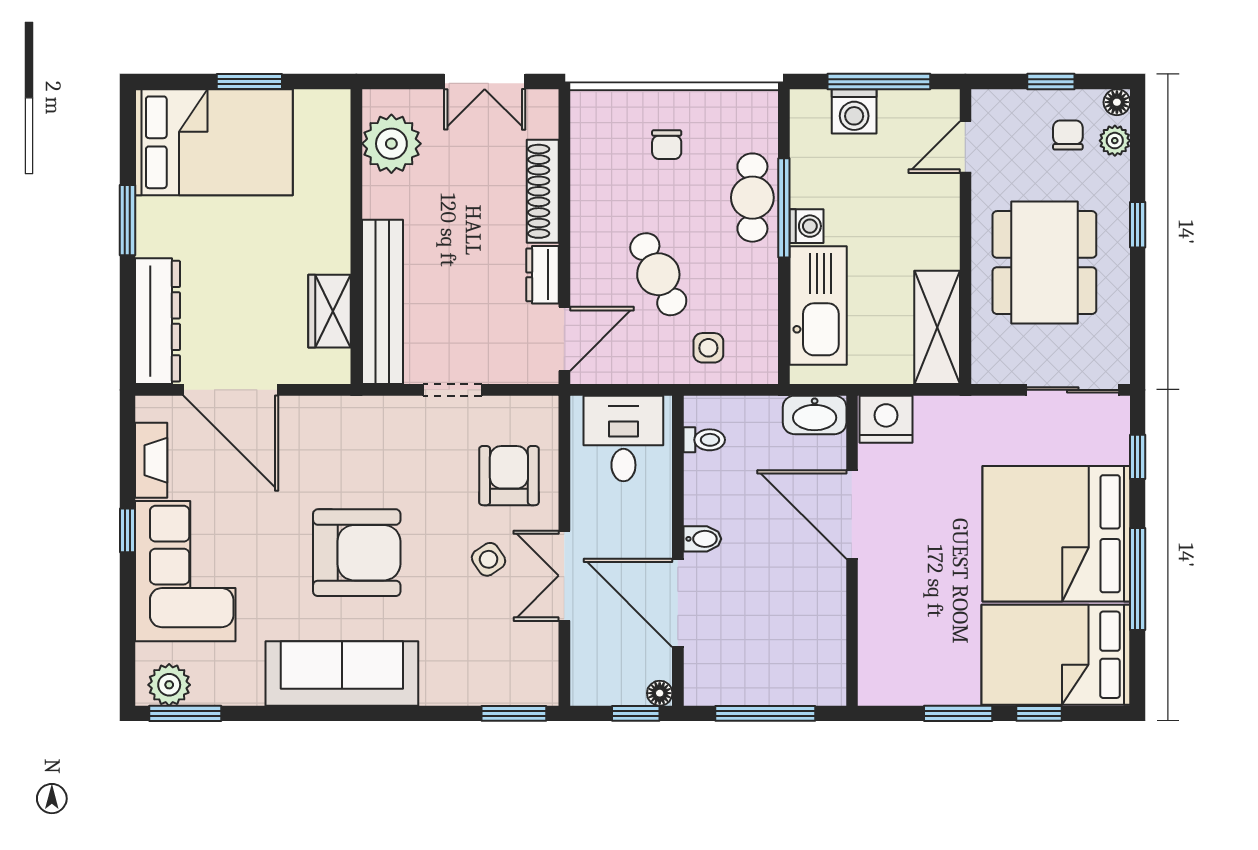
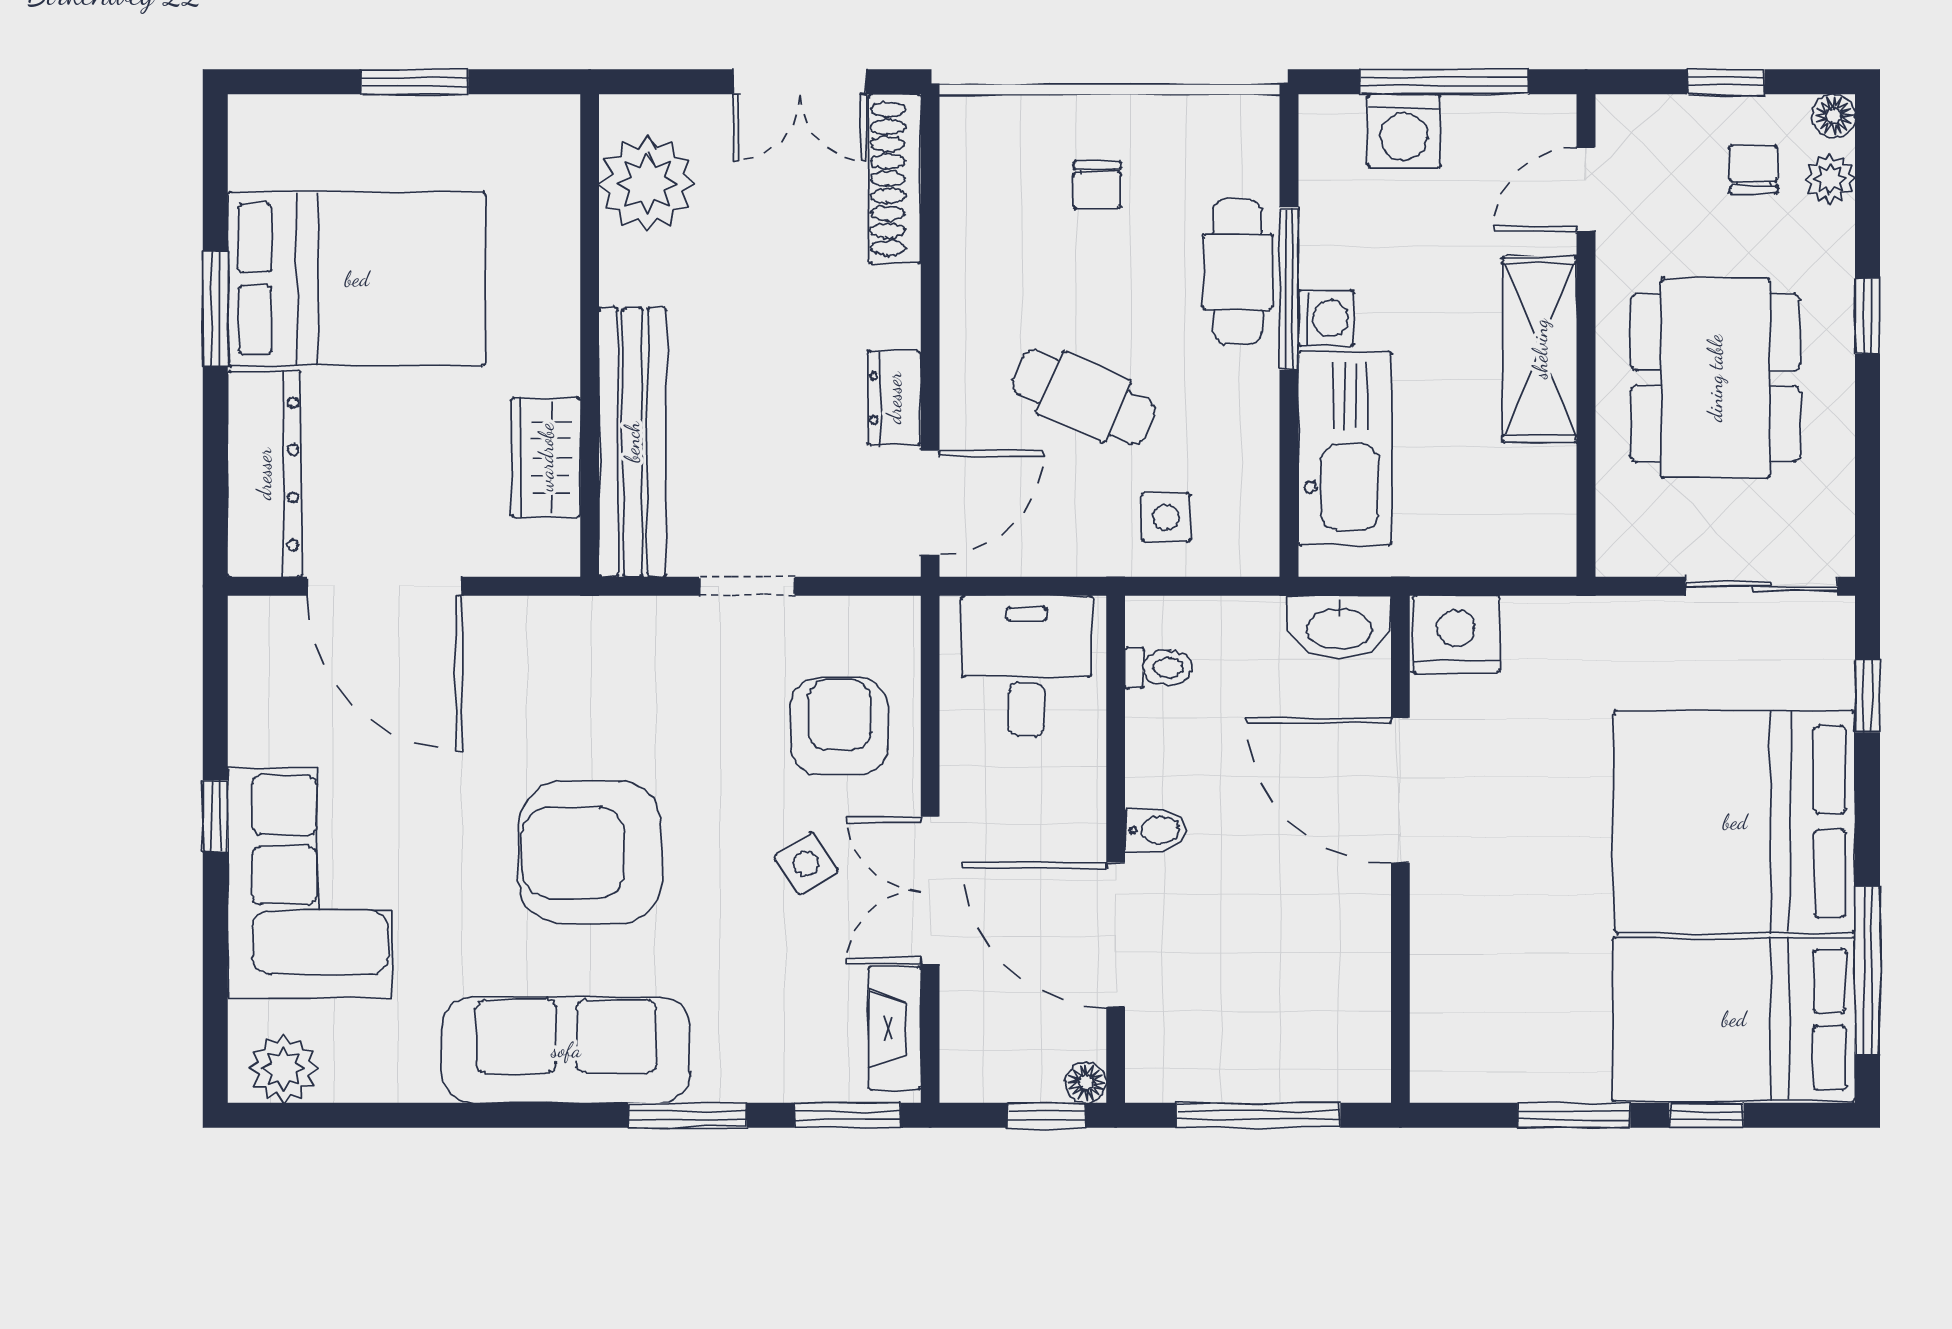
bed: (214, 142) -> (357, 279), moved
shoe rack: (543, 191) -> (895, 179), moved
cafe table: (658, 274) -> (1084, 397), turned -40
shelving: (937, 327) -> (1540, 349), moved
fireplace: (151, 460) -> (895, 1028), moved, turned 180
armchair: (357, 553) -> (590, 853), turned 180
window: (1138, 579) -> (1868, 970), moved
window: (185, 713) -> (688, 1115), moved

